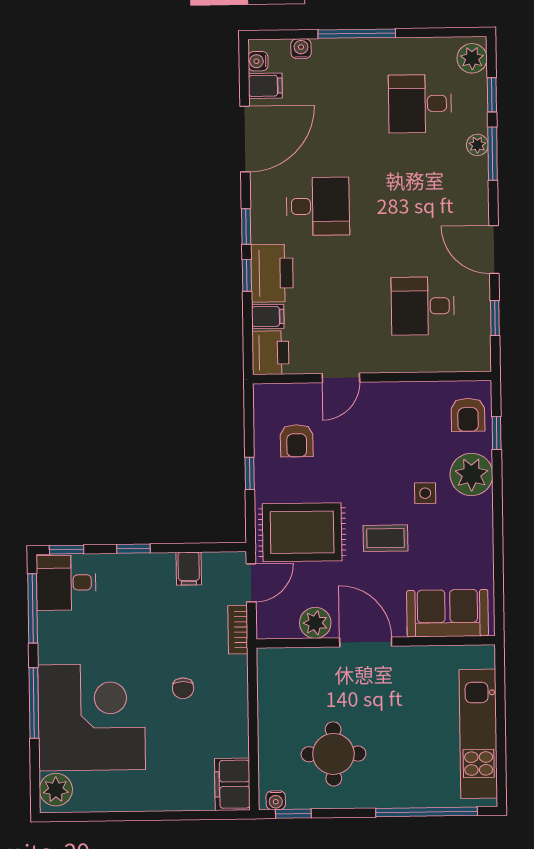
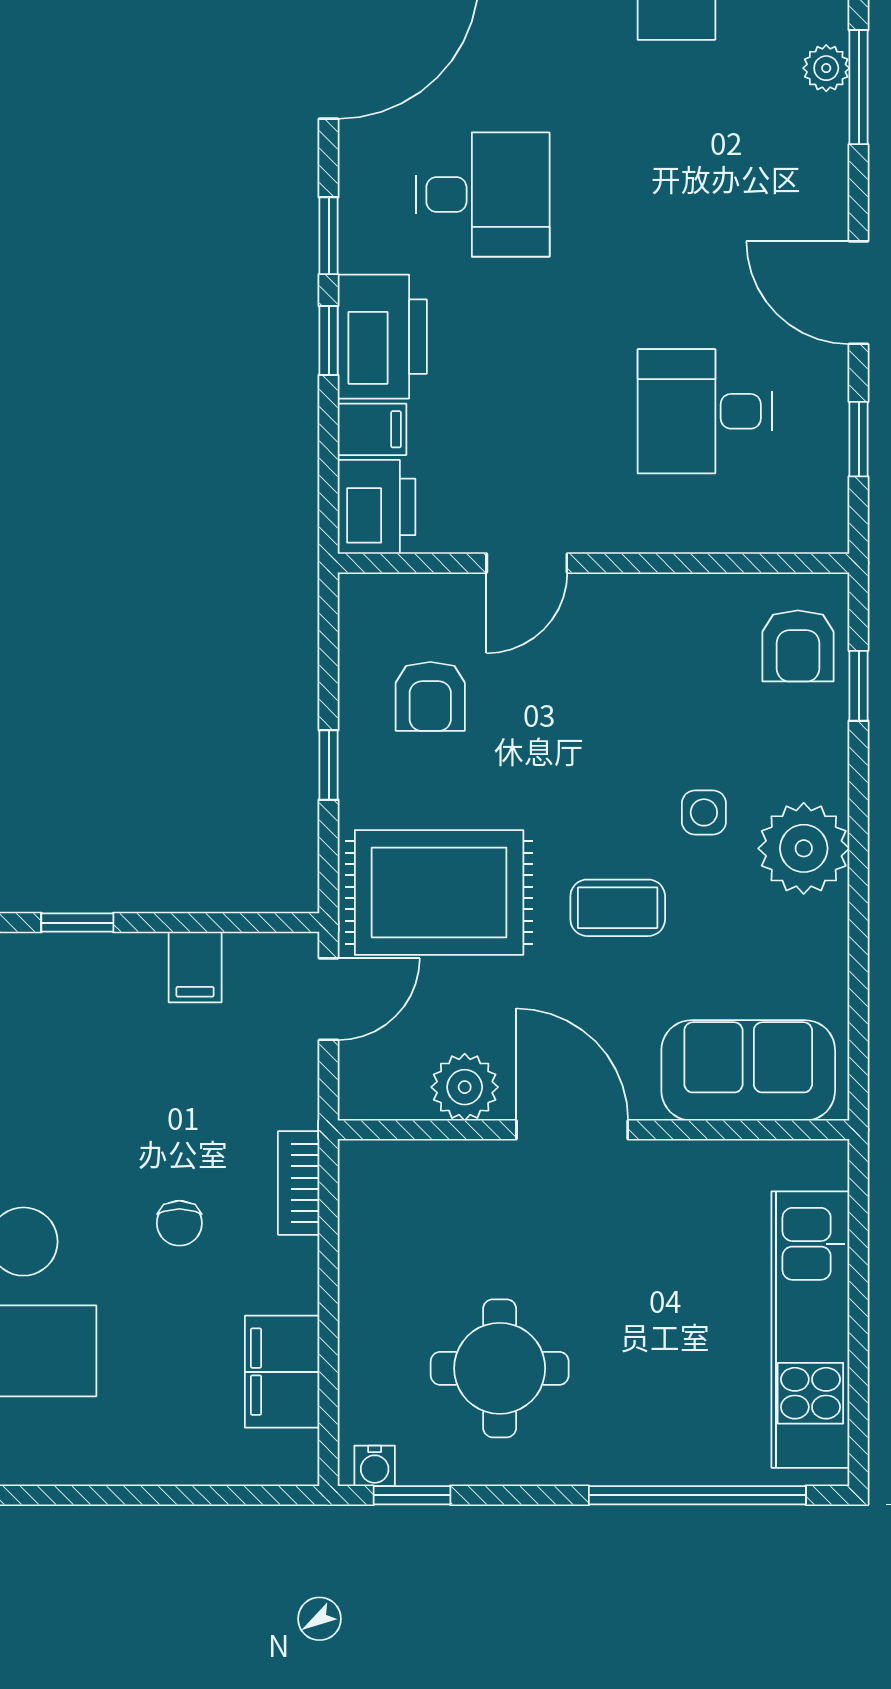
plant: (471, 474) -> (804, 848), moved
bookcase: (238, 630) -> (299, 1183), moved
filing cabinet: (232, 784) -> (282, 1372), moved

